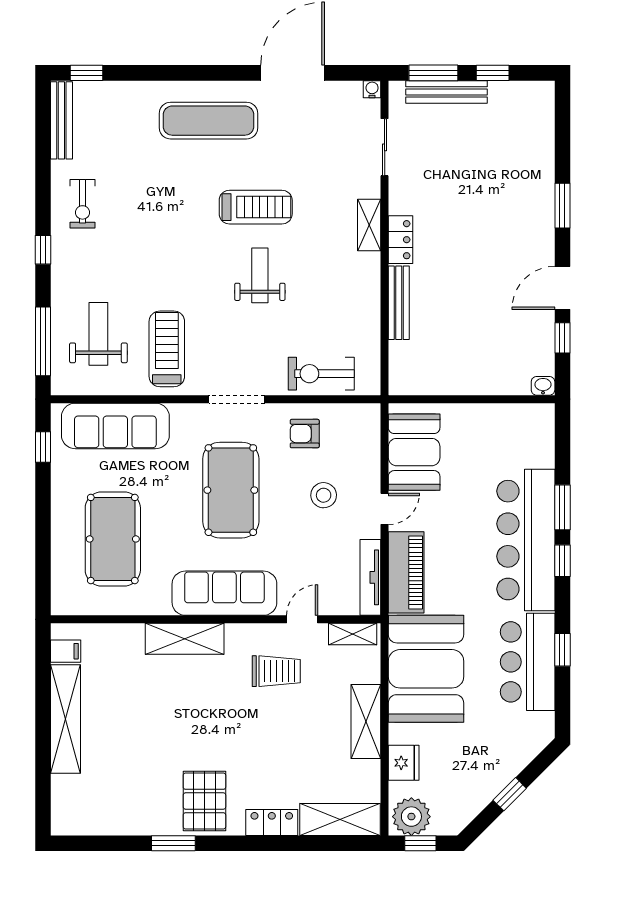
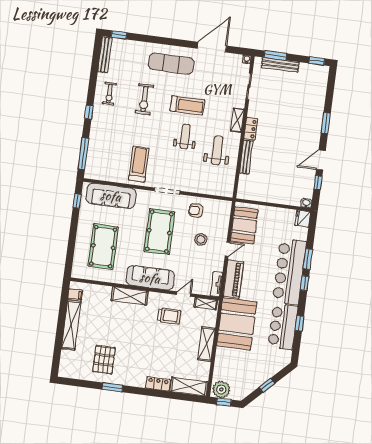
window: (493, 73) -> (317, 61), moved
weight bench: (98, 334) -> (217, 150), moved
exercise bike: (321, 374) -> (144, 99), moved, turned -90
tv unit: (370, 577) -> (216, 284), width x0.71
fridge: (404, 763) -> (303, 219), moved, turned 180
pallet: (204, 801) -> (104, 360), moved

